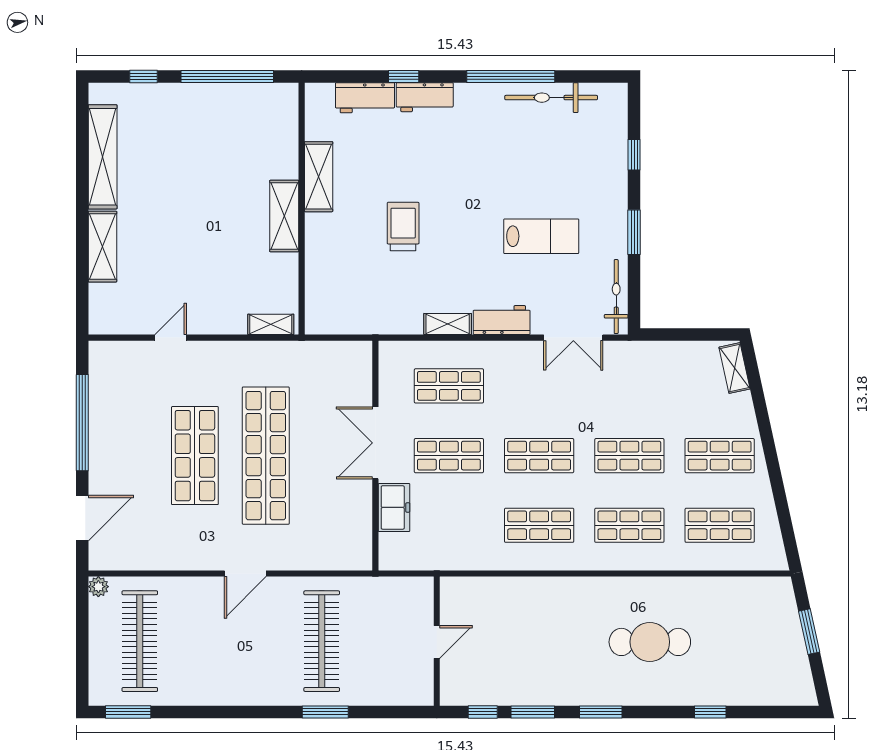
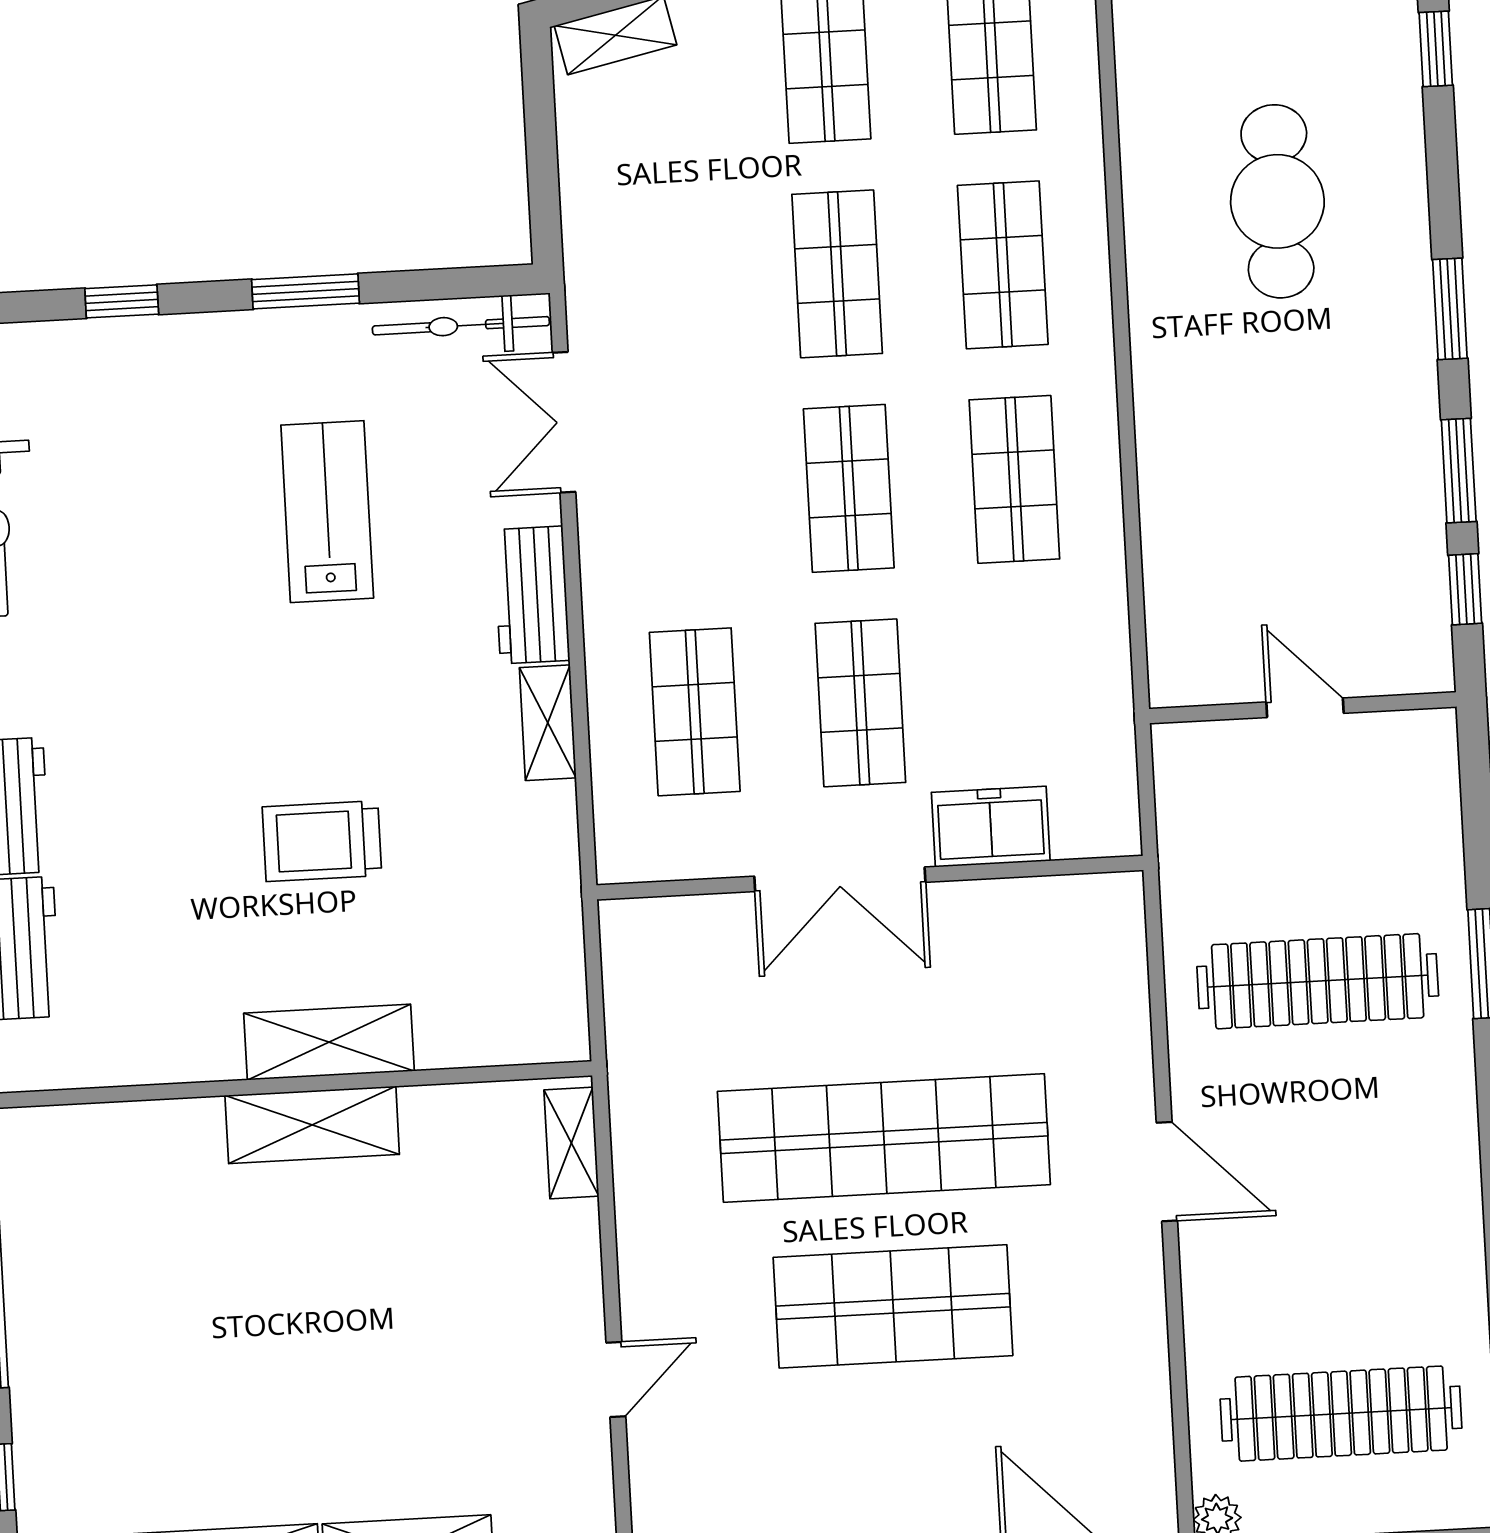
shelving: (319, 177) -> (329, 1042), moved
door: (171, 338) -> (616, 1380), swing flipped
double door: (573, 338) -> (564, 422), swing flipped

